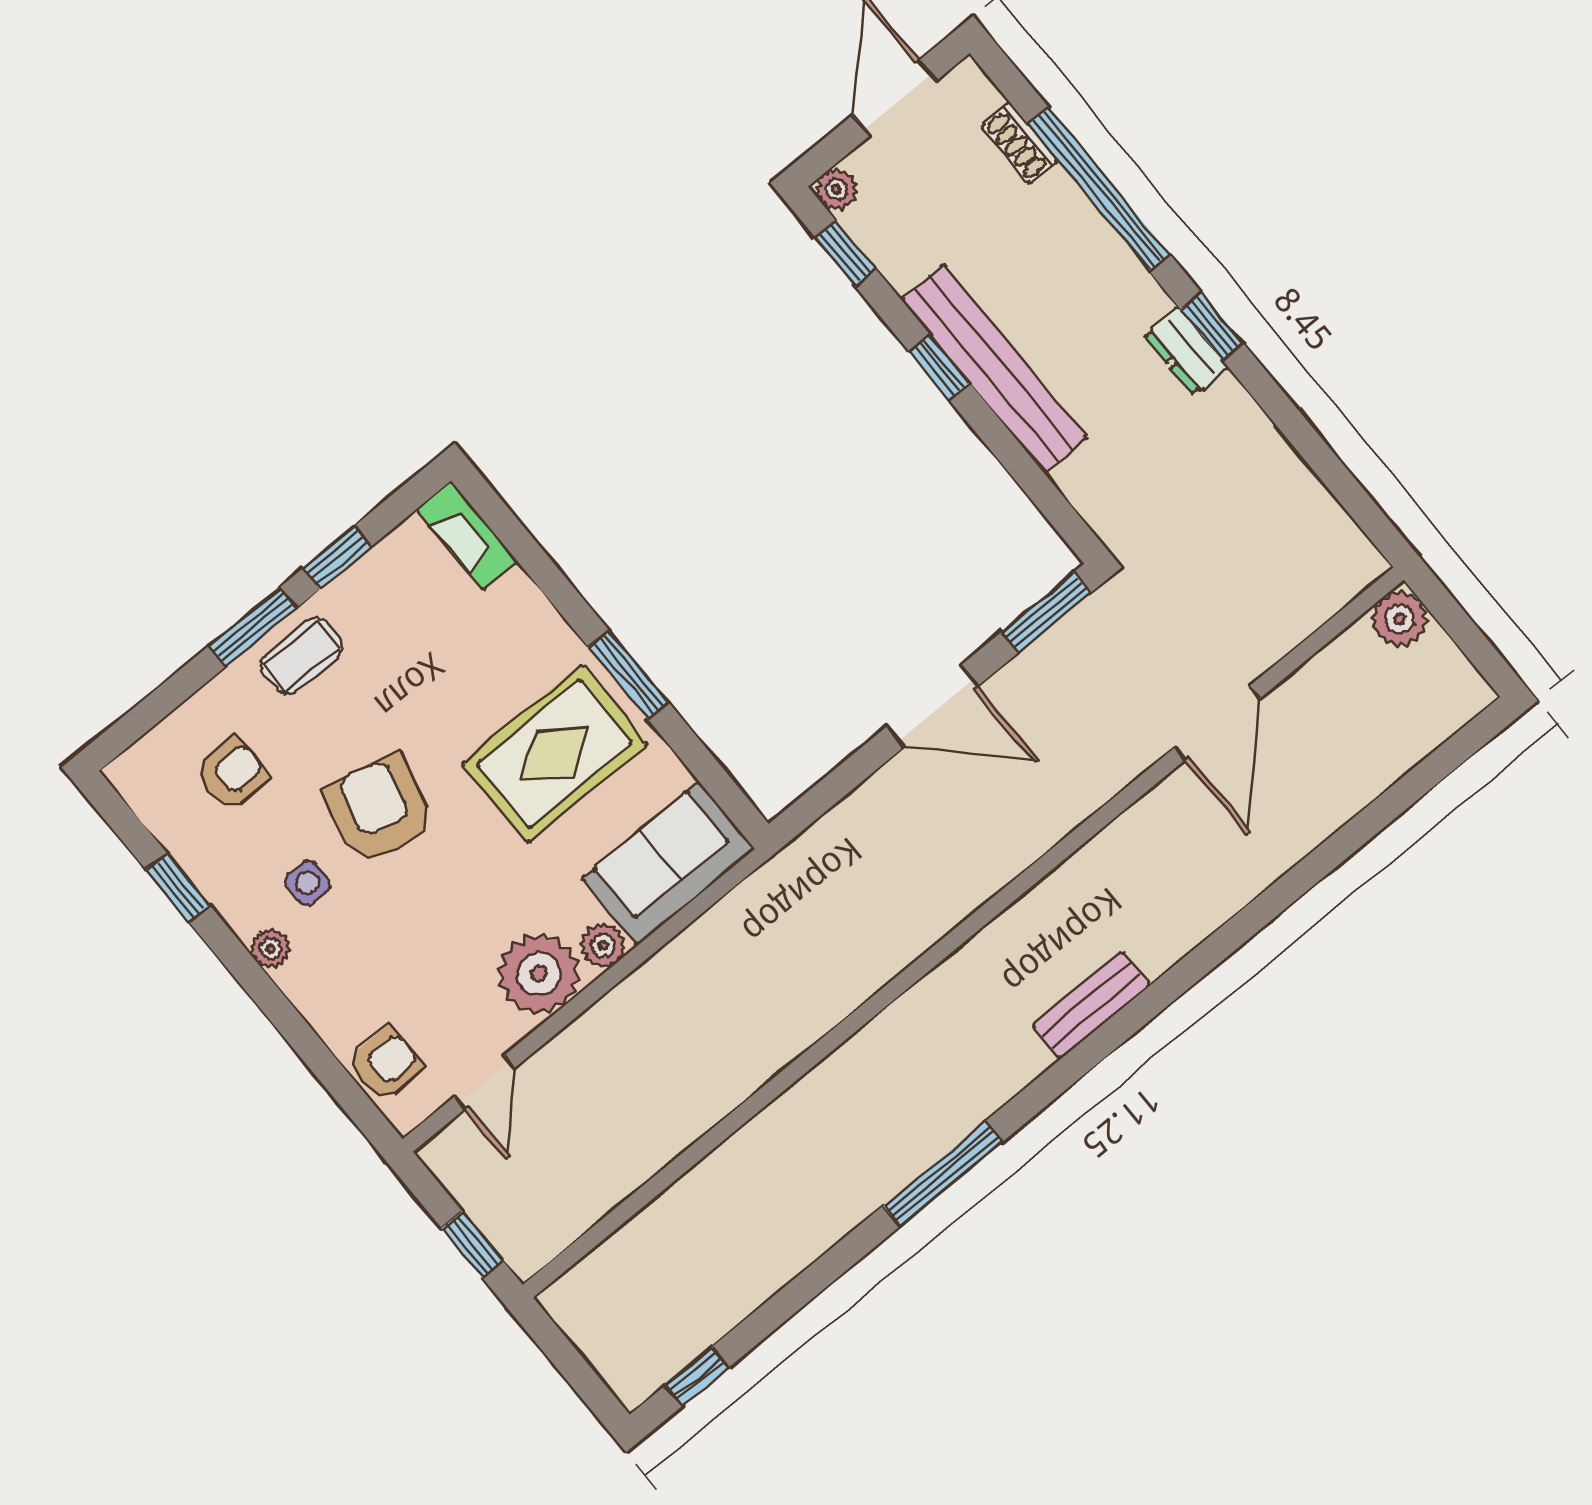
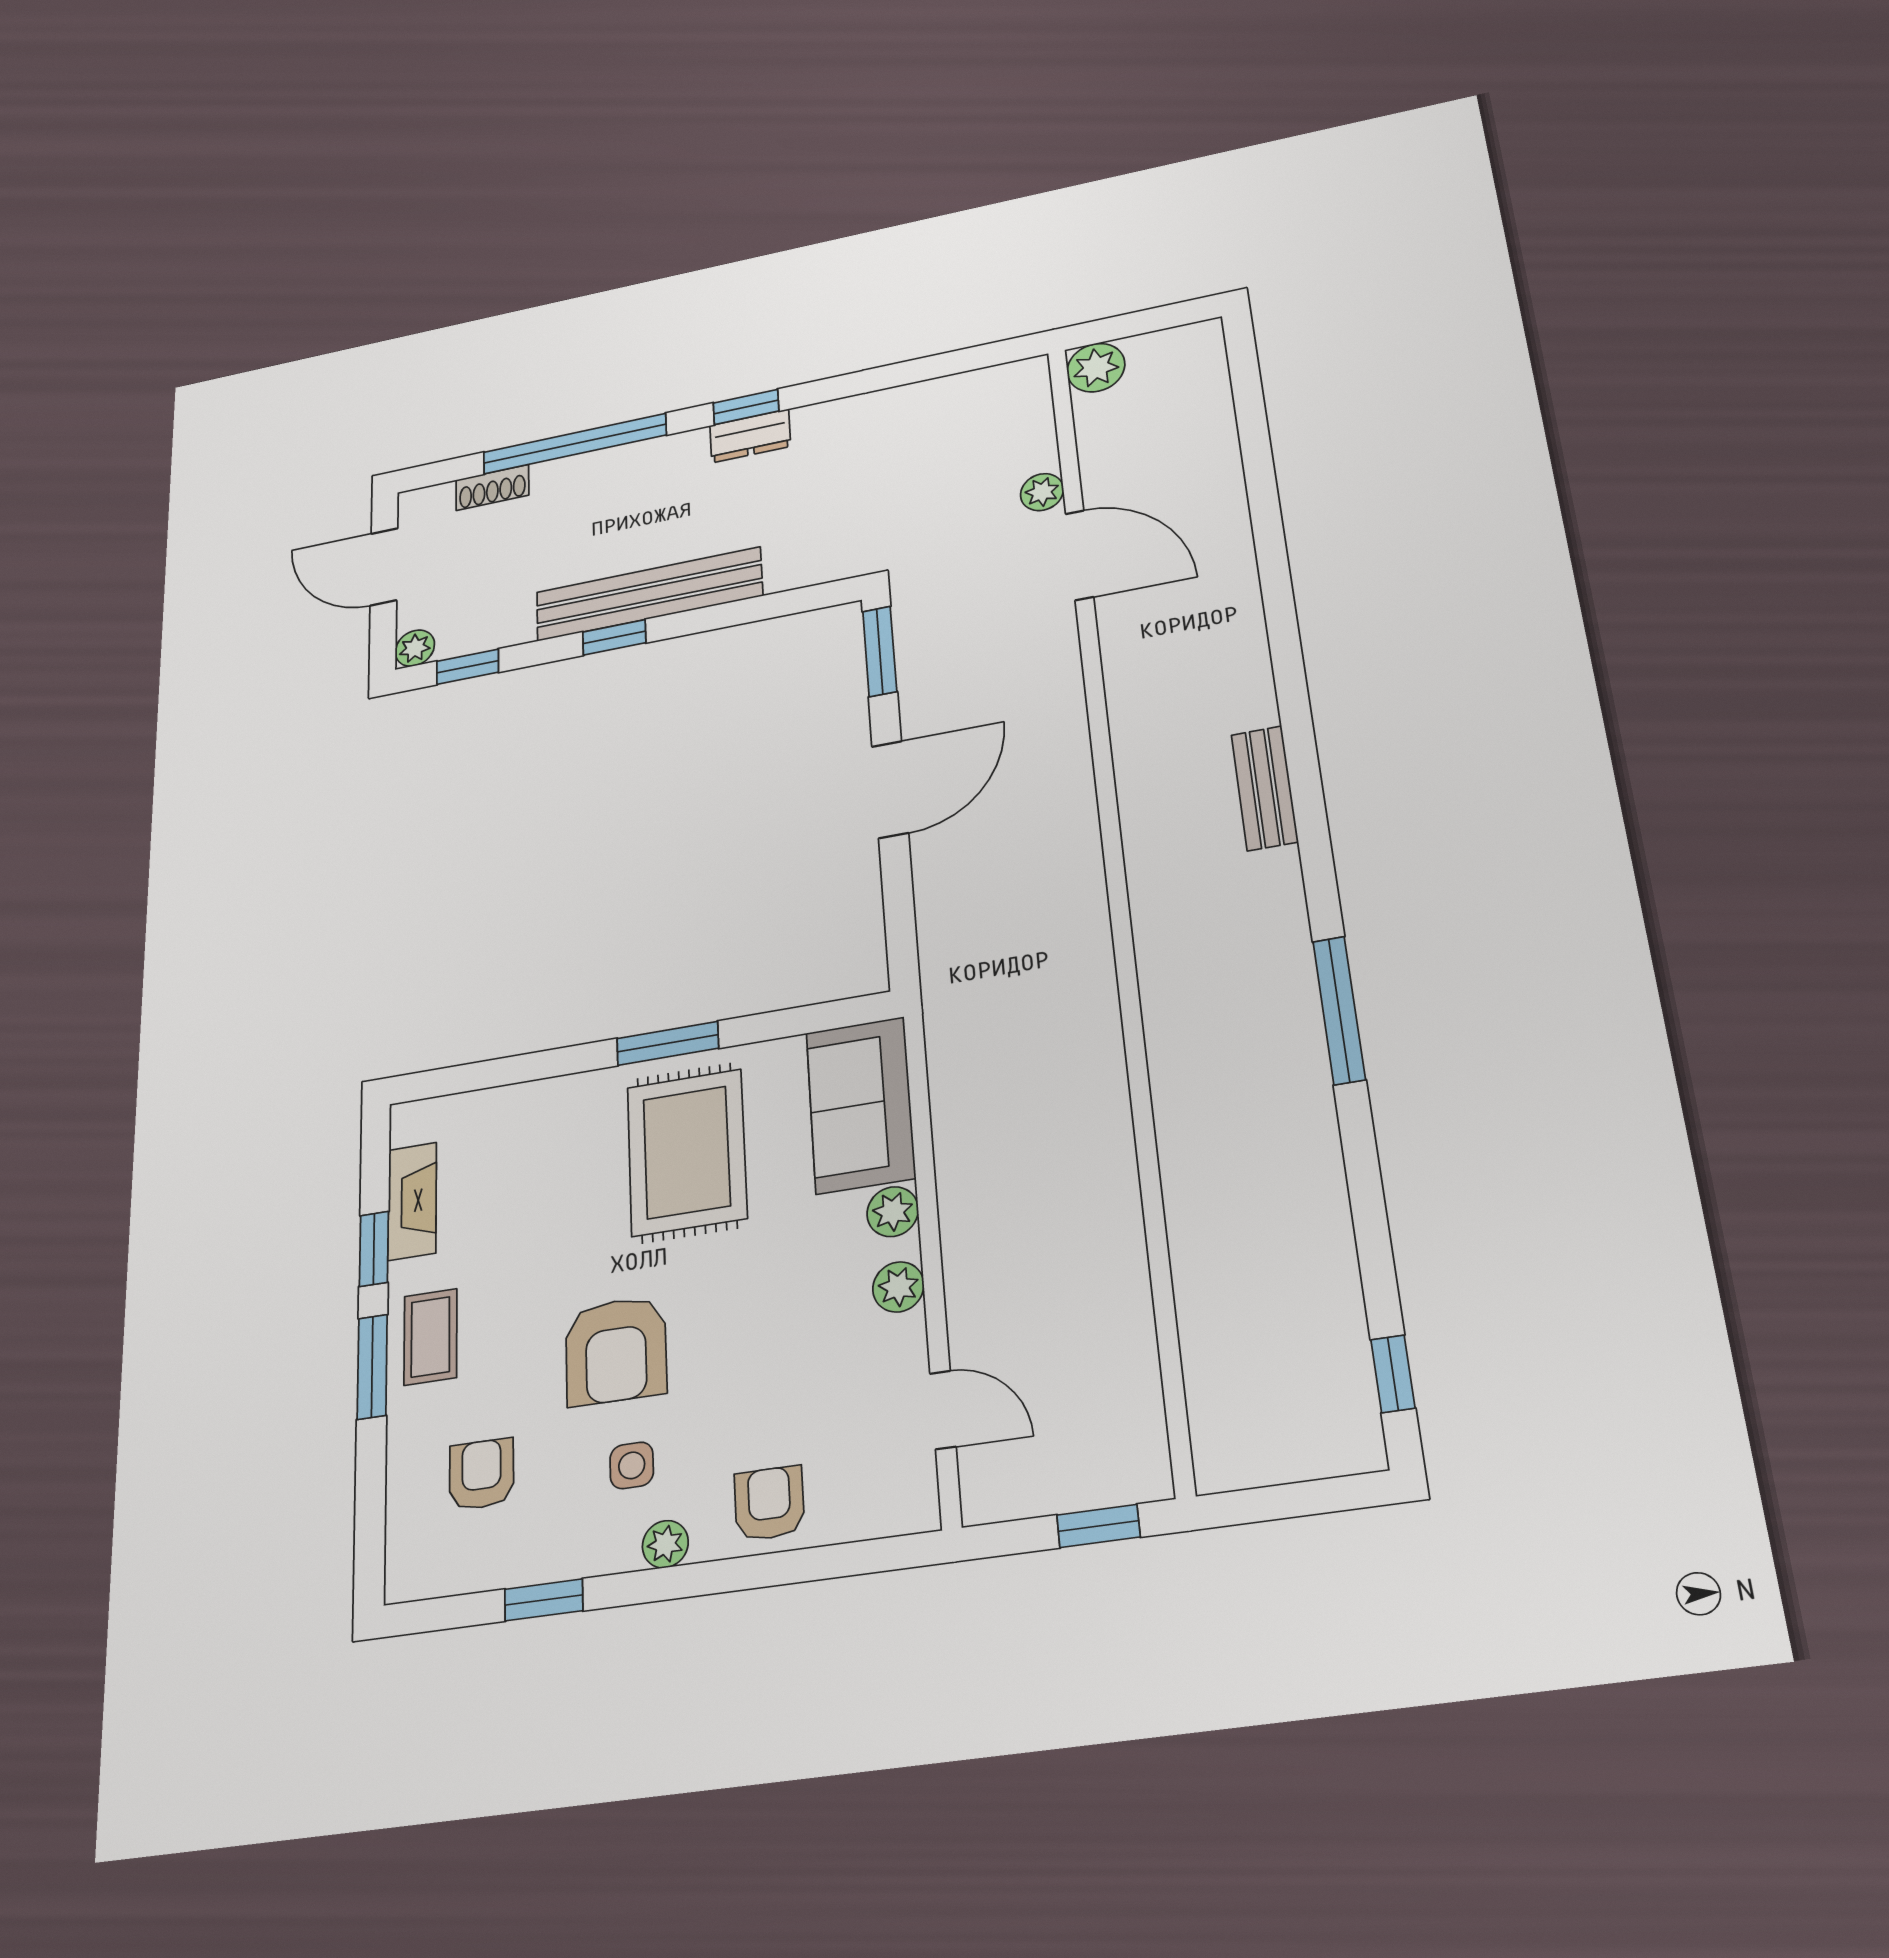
fireplace: (467, 535) -> (412, 1201), moved, turned -90
plant: (1259, 652) -> (1042, 492), added
armchair: (379, 809) -> (616, 1351), turned -104
plant: (539, 974) -> (898, 1287), width x0.53, depth x0.53
armchair: (386, 1064) -> (769, 1503), moved

